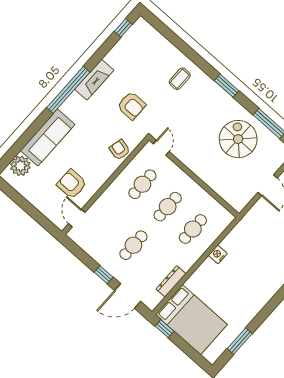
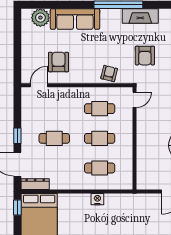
dresser: (171, 281) -> (35, 184), moved

